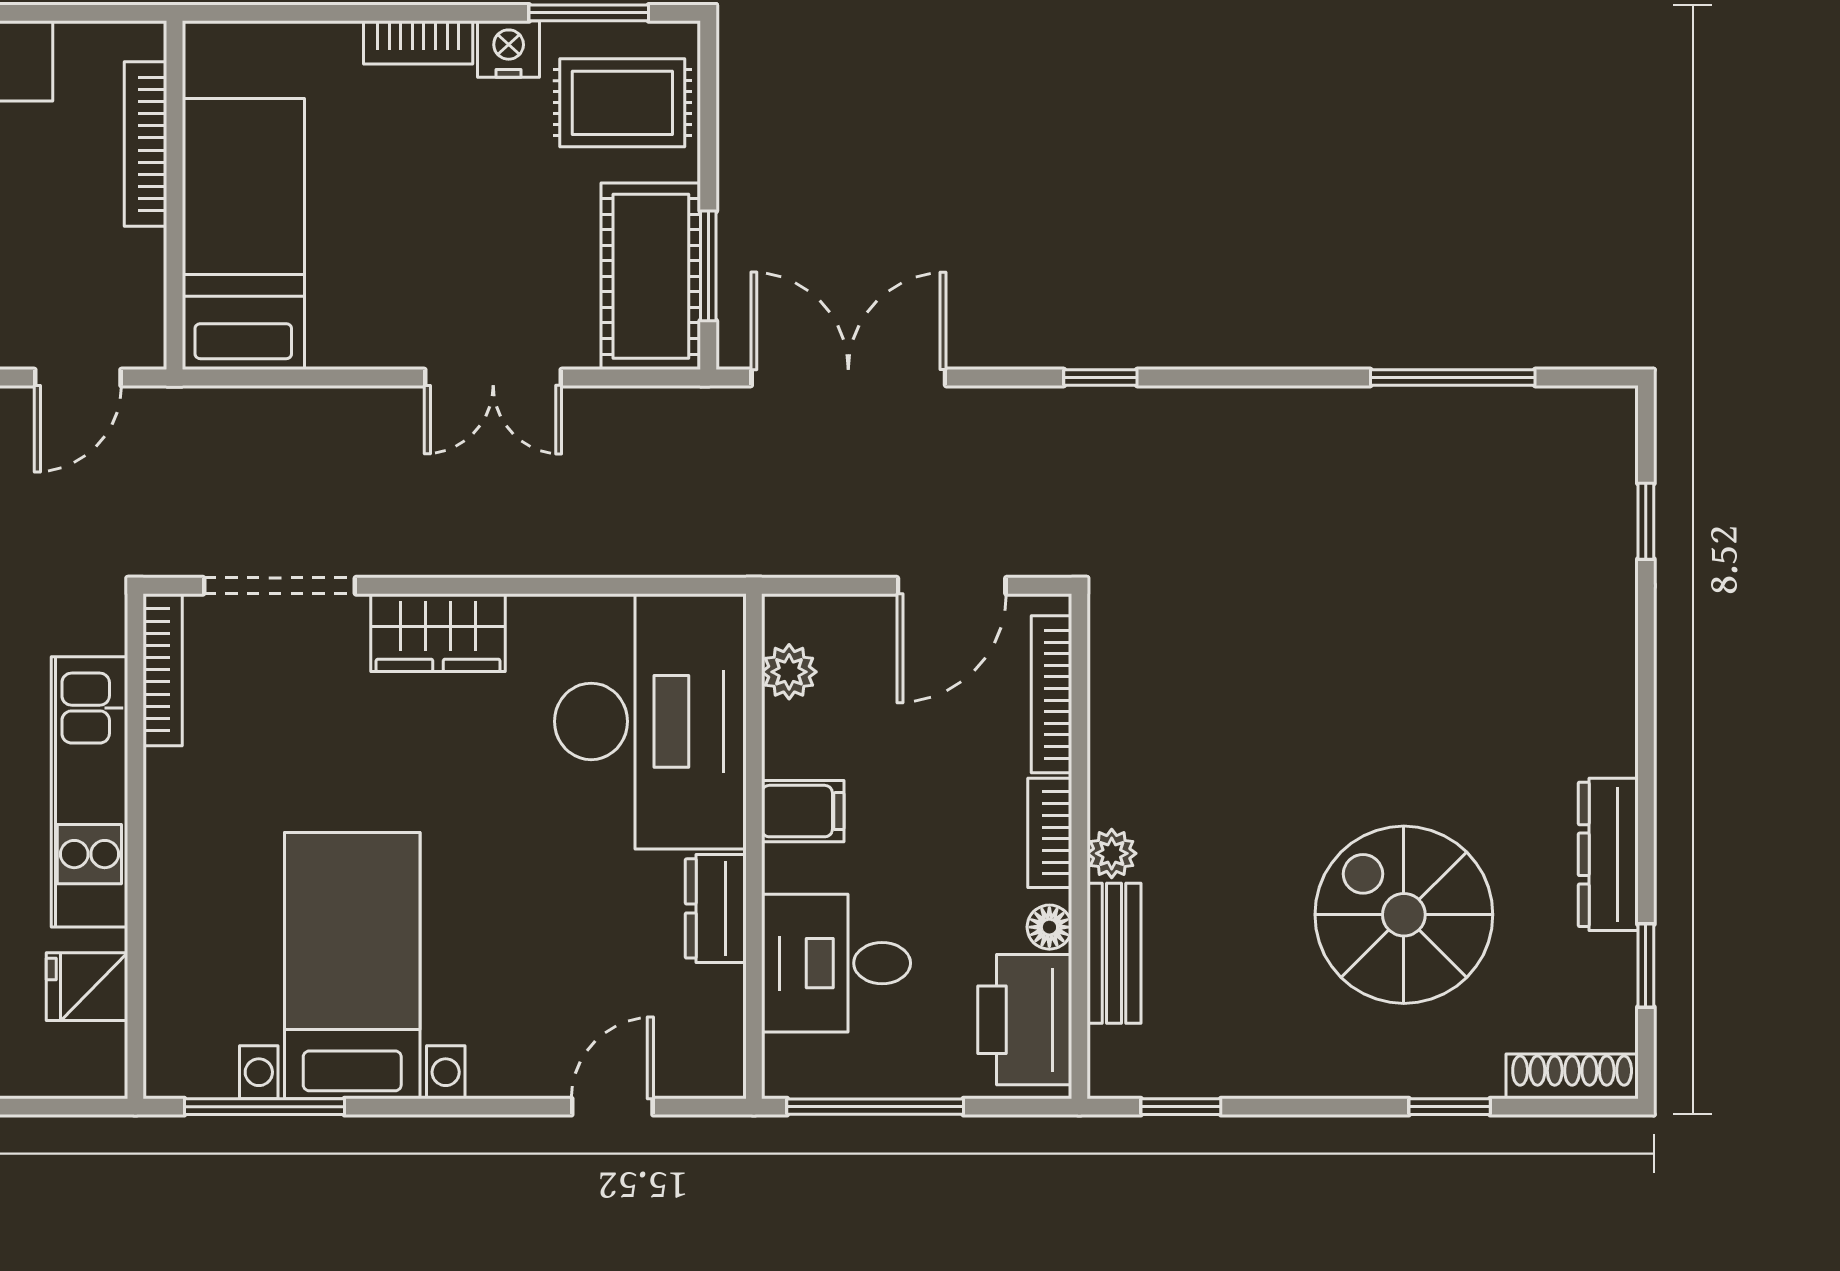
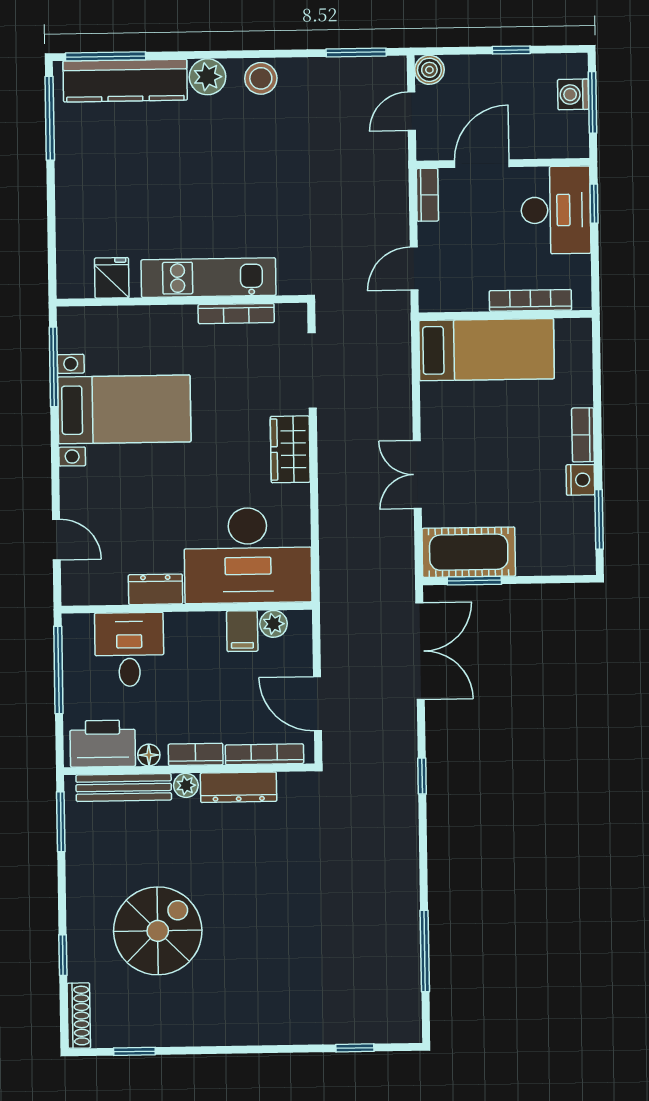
rug: (622, 103) -> (555, 537), removed
door: (78, 377) -> (414, 269), hinge flipped
bookcase: (163, 670) -> (236, 314), moved
filing cabinet: (803, 811) -> (242, 631), moved
dresser: (1608, 854) -> (239, 787), moved, turned 180
bench: (1114, 953) -> (124, 788), width x1.36
window: (1181, 1107) -> (61, 822), width x1.50

